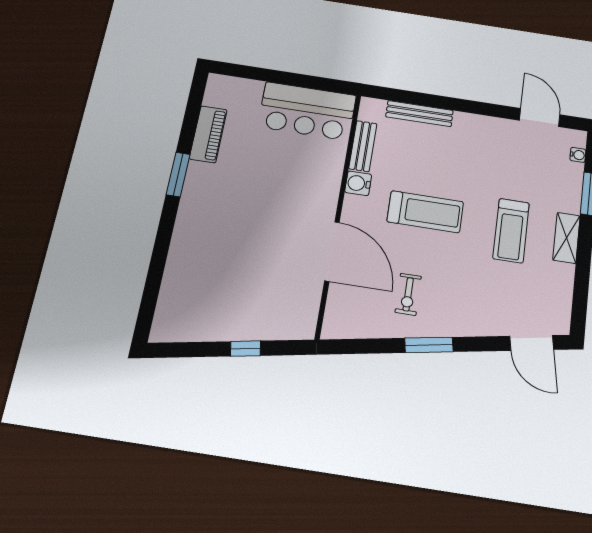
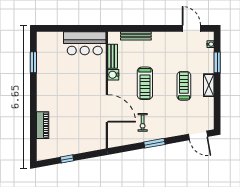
piano: (208, 134) -> (43, 125), moved
window: (178, 174) -> (33, 62), moved
treadmill: (425, 212) -> (145, 83), turned 90
treadmill: (511, 231) -> (184, 86), turned 180
window: (245, 349) -> (67, 159), moved

